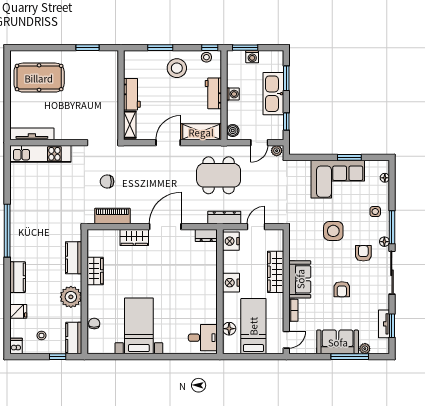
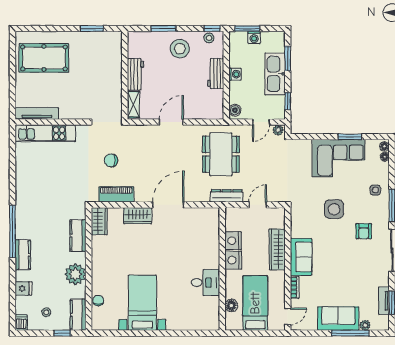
shelving: (201, 132) -> (204, 111), removed
dining table: (219, 175) -> (221, 154), turned 90
window: (7, 231) -> (12, 231), moved
dresser: (206, 235) -> (209, 214), removed
nightstand: (231, 241) -> (233, 241), moved
floor lamp: (384, 242) -> (384, 146), moved
armchair: (363, 253) -> (364, 231), turned 180
wardrobe: (95, 271) -> (99, 221), moved
armchair: (342, 289) -> (342, 267), removed
desk: (203, 338) -> (205, 283), moved

